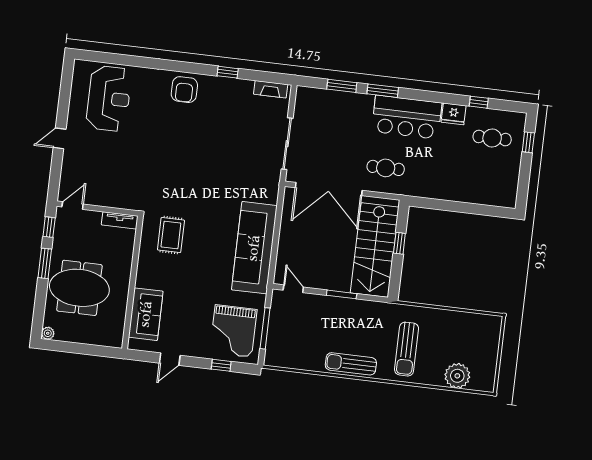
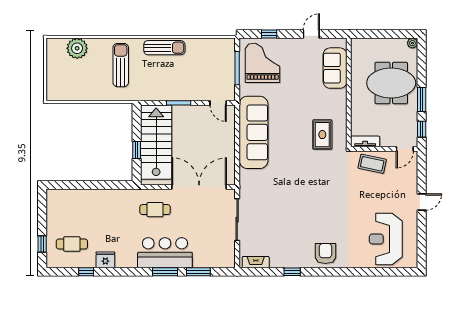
bar counter: (407, 117) -> (165, 253), moved
coffee table: (114, 192) -> (372, 164), added

